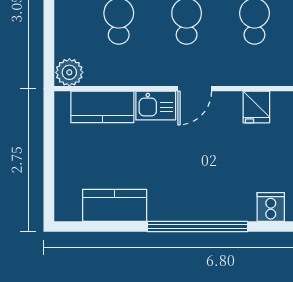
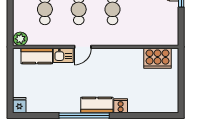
fridge: (256, 107) -> (19, 105), moved, turned 180
kitchen counter: (115, 205) -> (97, 105), moved

